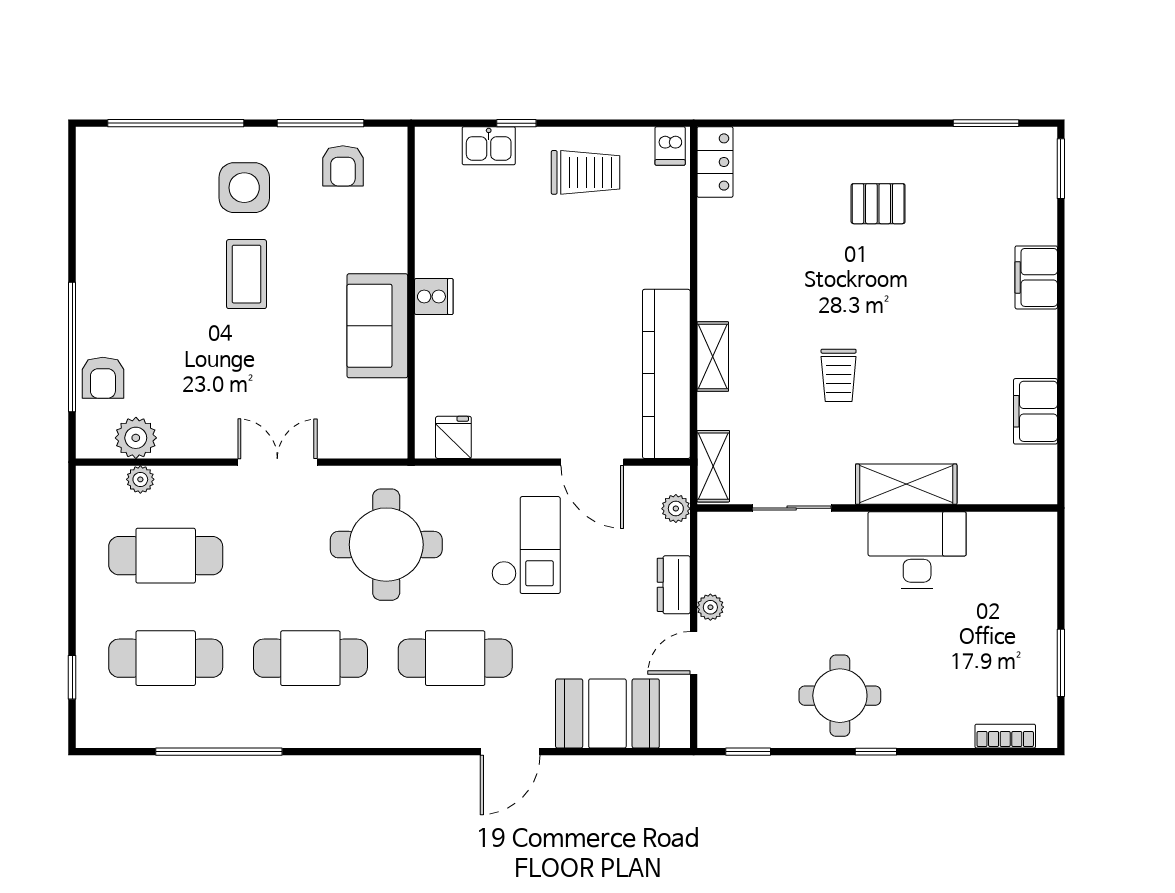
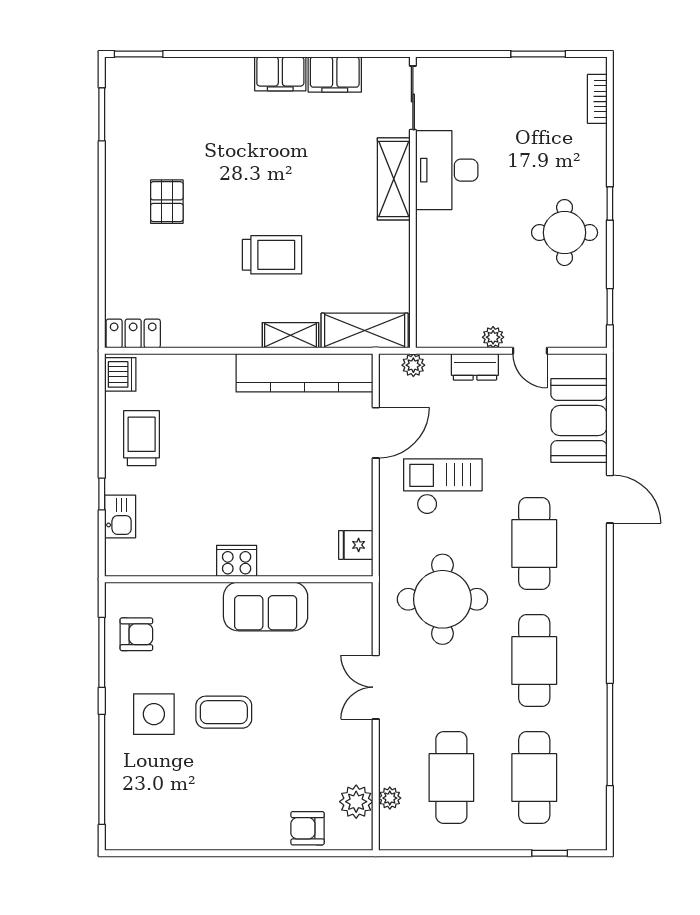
dishwasher: (670, 146) -> (120, 374), width x1.38
filing cabinet: (1036, 277) -> (280, 74), moved
cooker: (434, 297) -> (237, 561), width x1.36
window: (72, 347) -> (283, 853), removed
trolley: (839, 375) -> (272, 255), moved, width x1.36, depth x1.39
armchair: (103, 378) -> (308, 828), turned 180
shelving: (713, 466) -> (365, 331), width x1.50, depth x1.33
sliding door: (792, 508) -> (413, 98), moved

